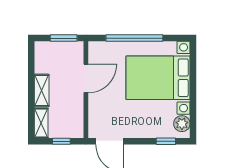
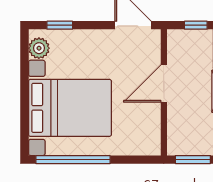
window: (134, 38) -> (73, 160), moved
door: (86, 78) -> (164, 84), moved

